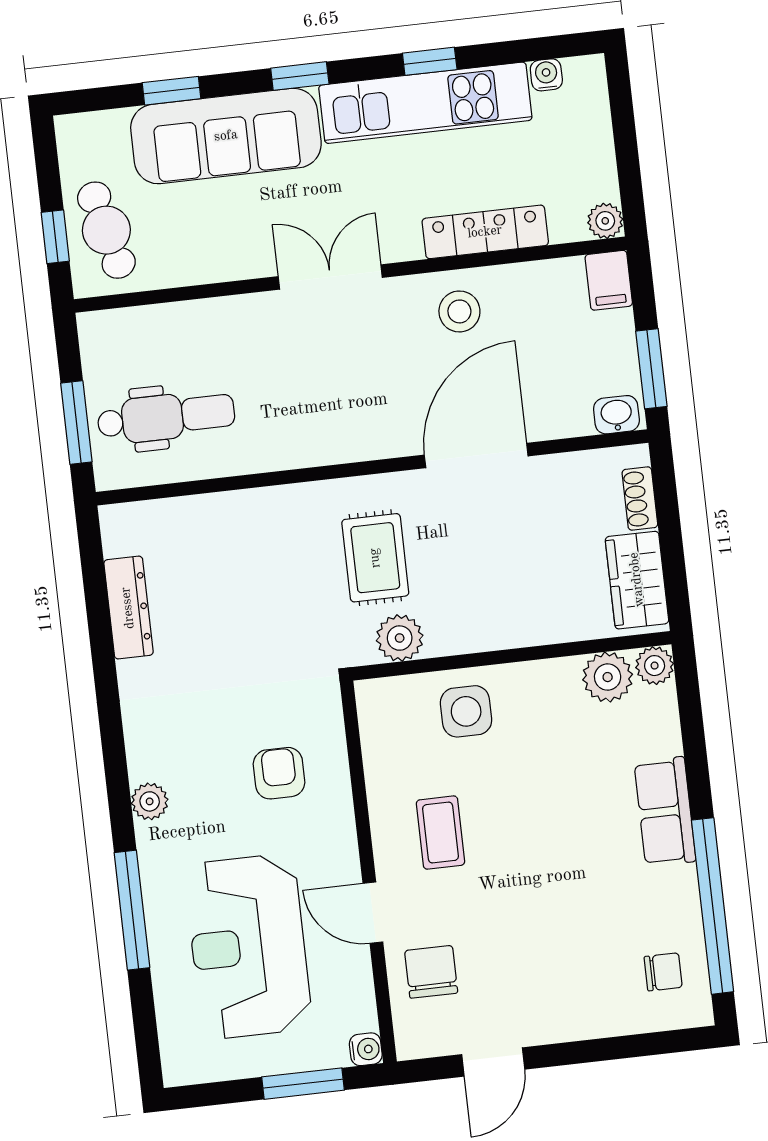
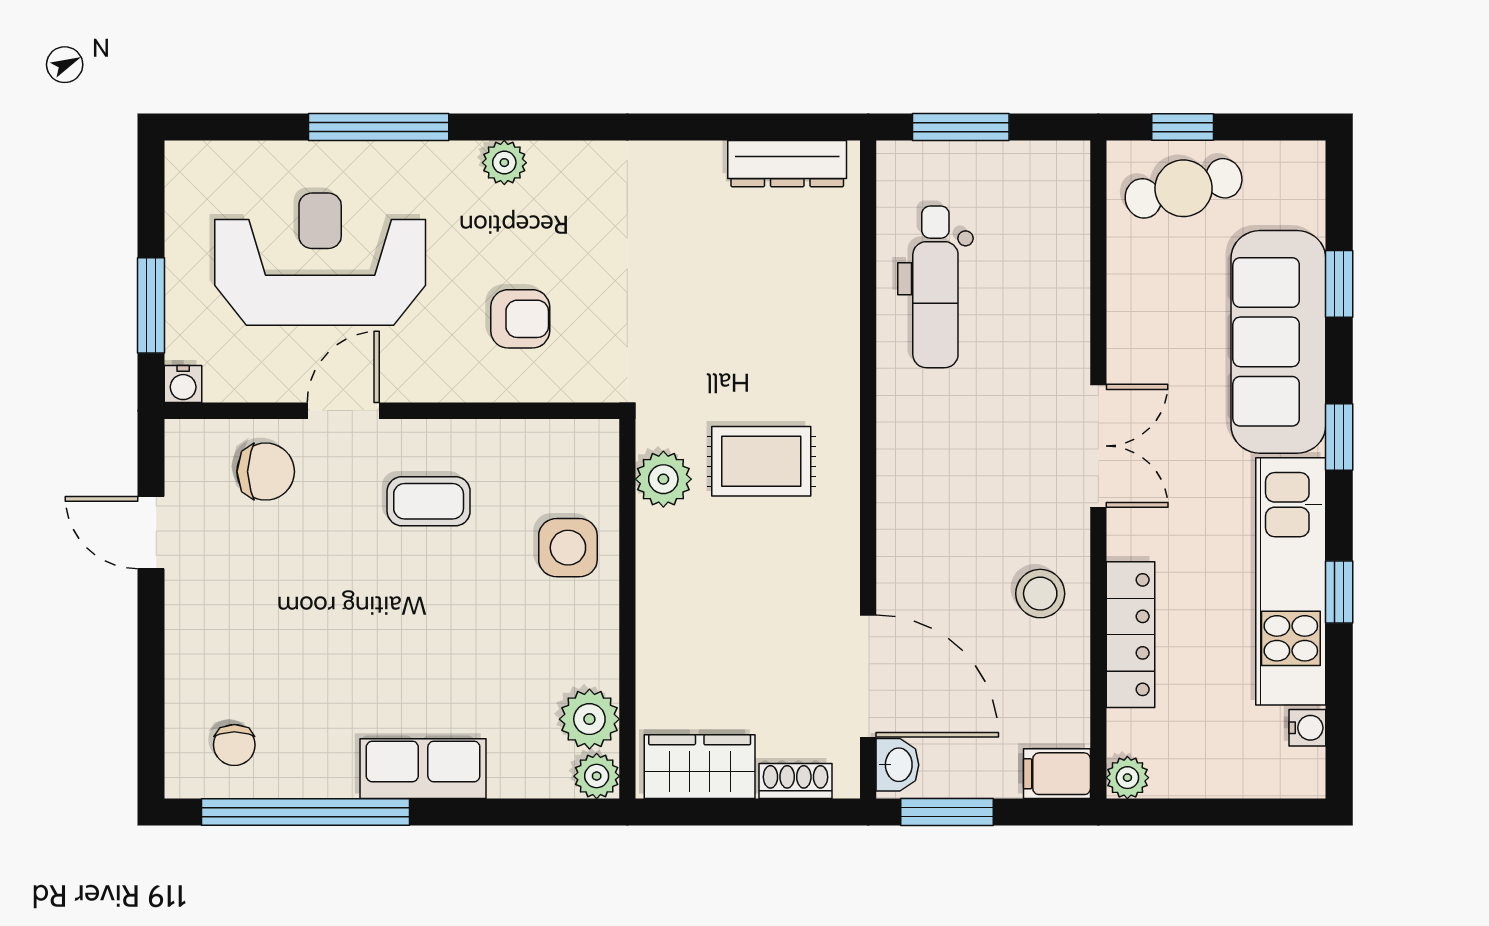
dental chair: (166, 417) -> (935, 287), moved
door: (476, 456) -> (868, 676), moved
dresser: (128, 608) -> (787, 164), moved

